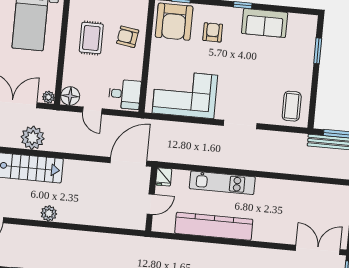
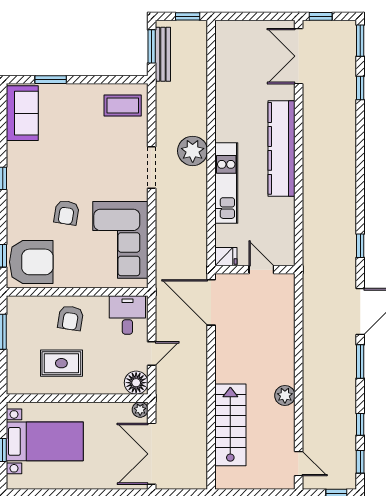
sofa: (265, 23) -> (22, 113), moved
armchair: (213, 32) -> (67, 213), moved, turned -81
armchair: (128, 37) -> (71, 318), moved
plant: (33, 138) -> (193, 151), moved
kitchen counter: (214, 226) -> (282, 148), moved

